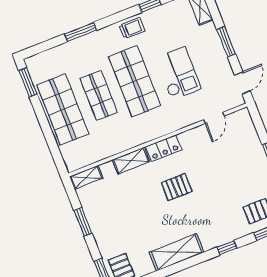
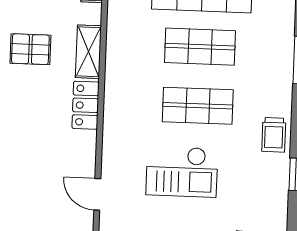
shop shelf: (135, 81) -> (198, 106), width x0.70, depth x0.74
pallet: (177, 187) -> (30, 49), moved, turned 90

